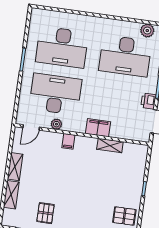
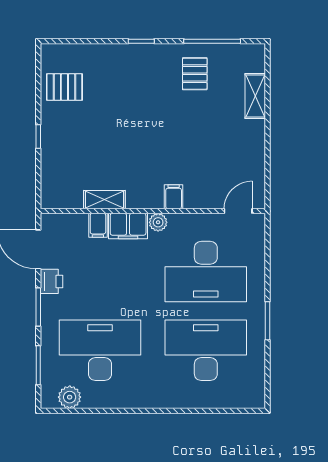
plant: (56, 124) -> (158, 222), moved
filing cabinet: (116, 131) -> (98, 225), added
shelving: (15, 167) -> (255, 143), removed

